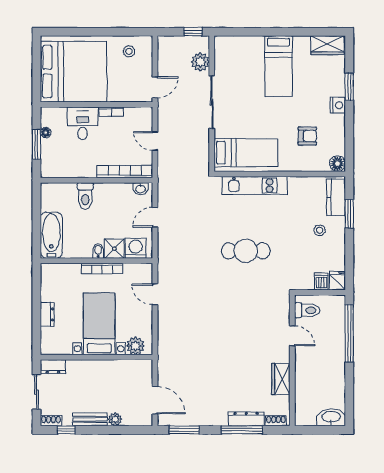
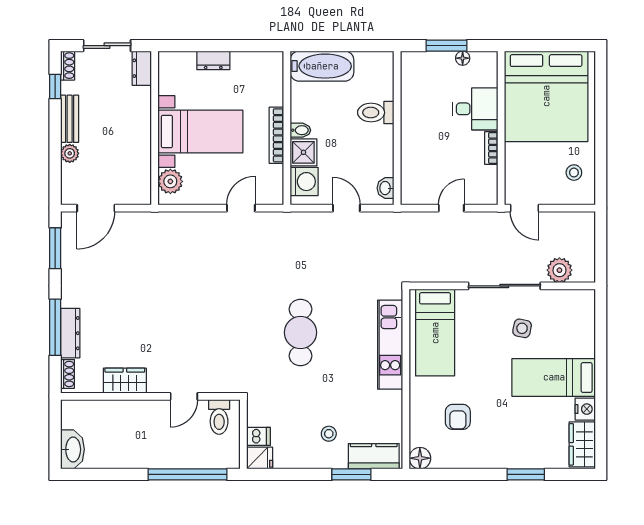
window: (193, 32) -> (601, 260), removed
side table: (243, 89) -> (522, 328), added
nightstand: (338, 105) -> (585, 409), moved, turned -90
bookcase: (125, 172) -> (409, 167), removed

